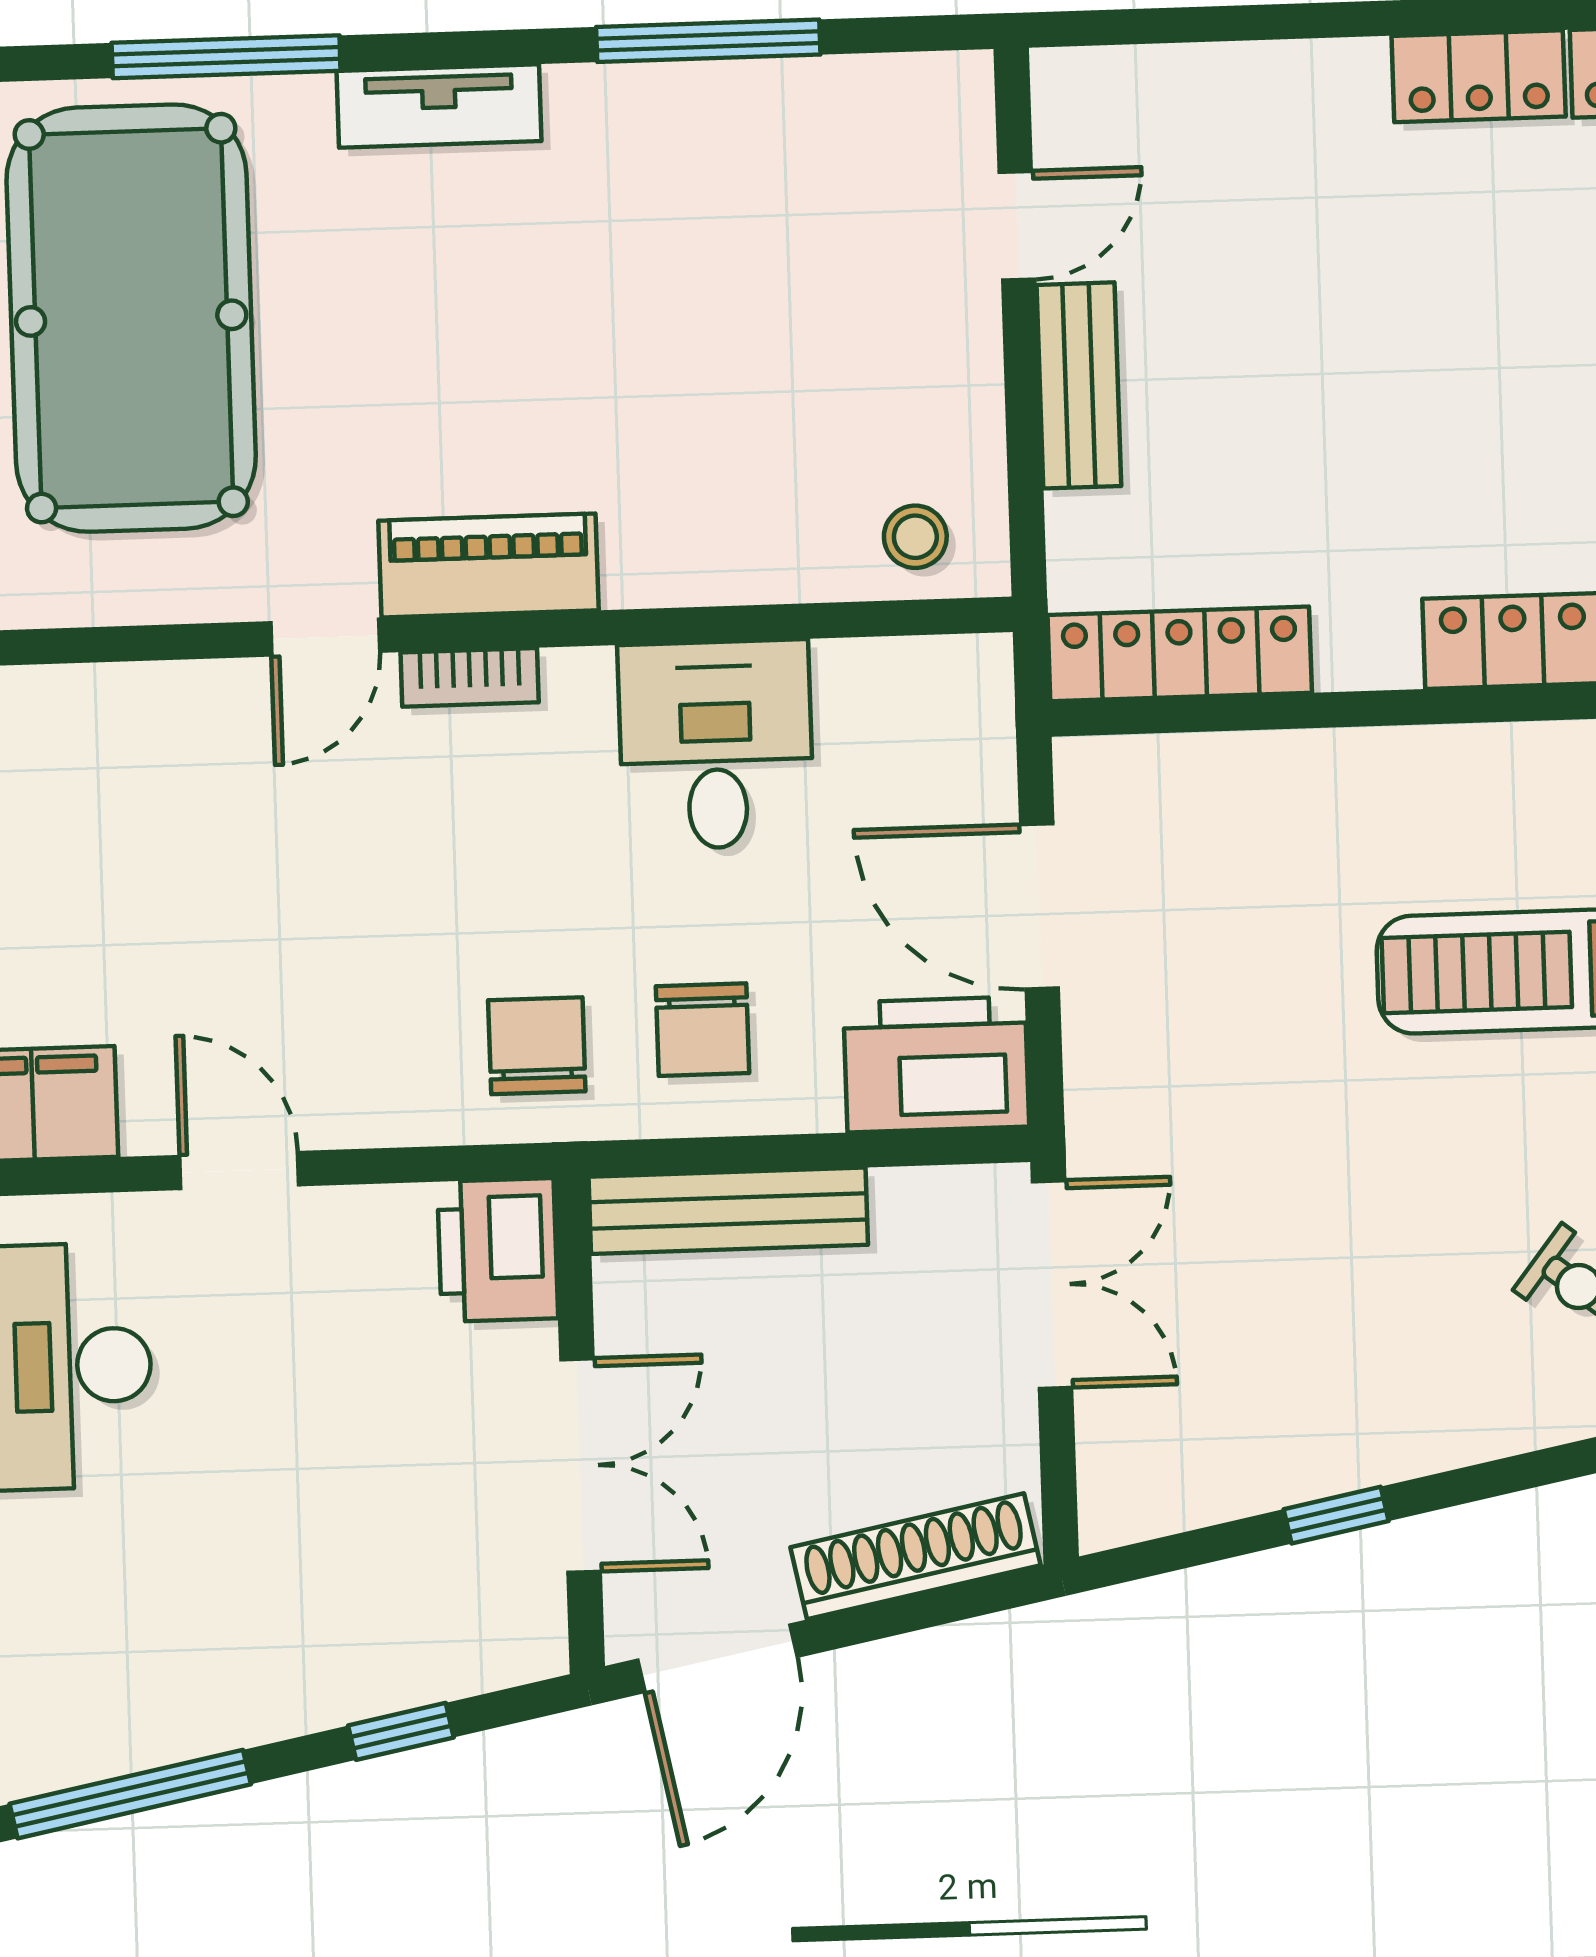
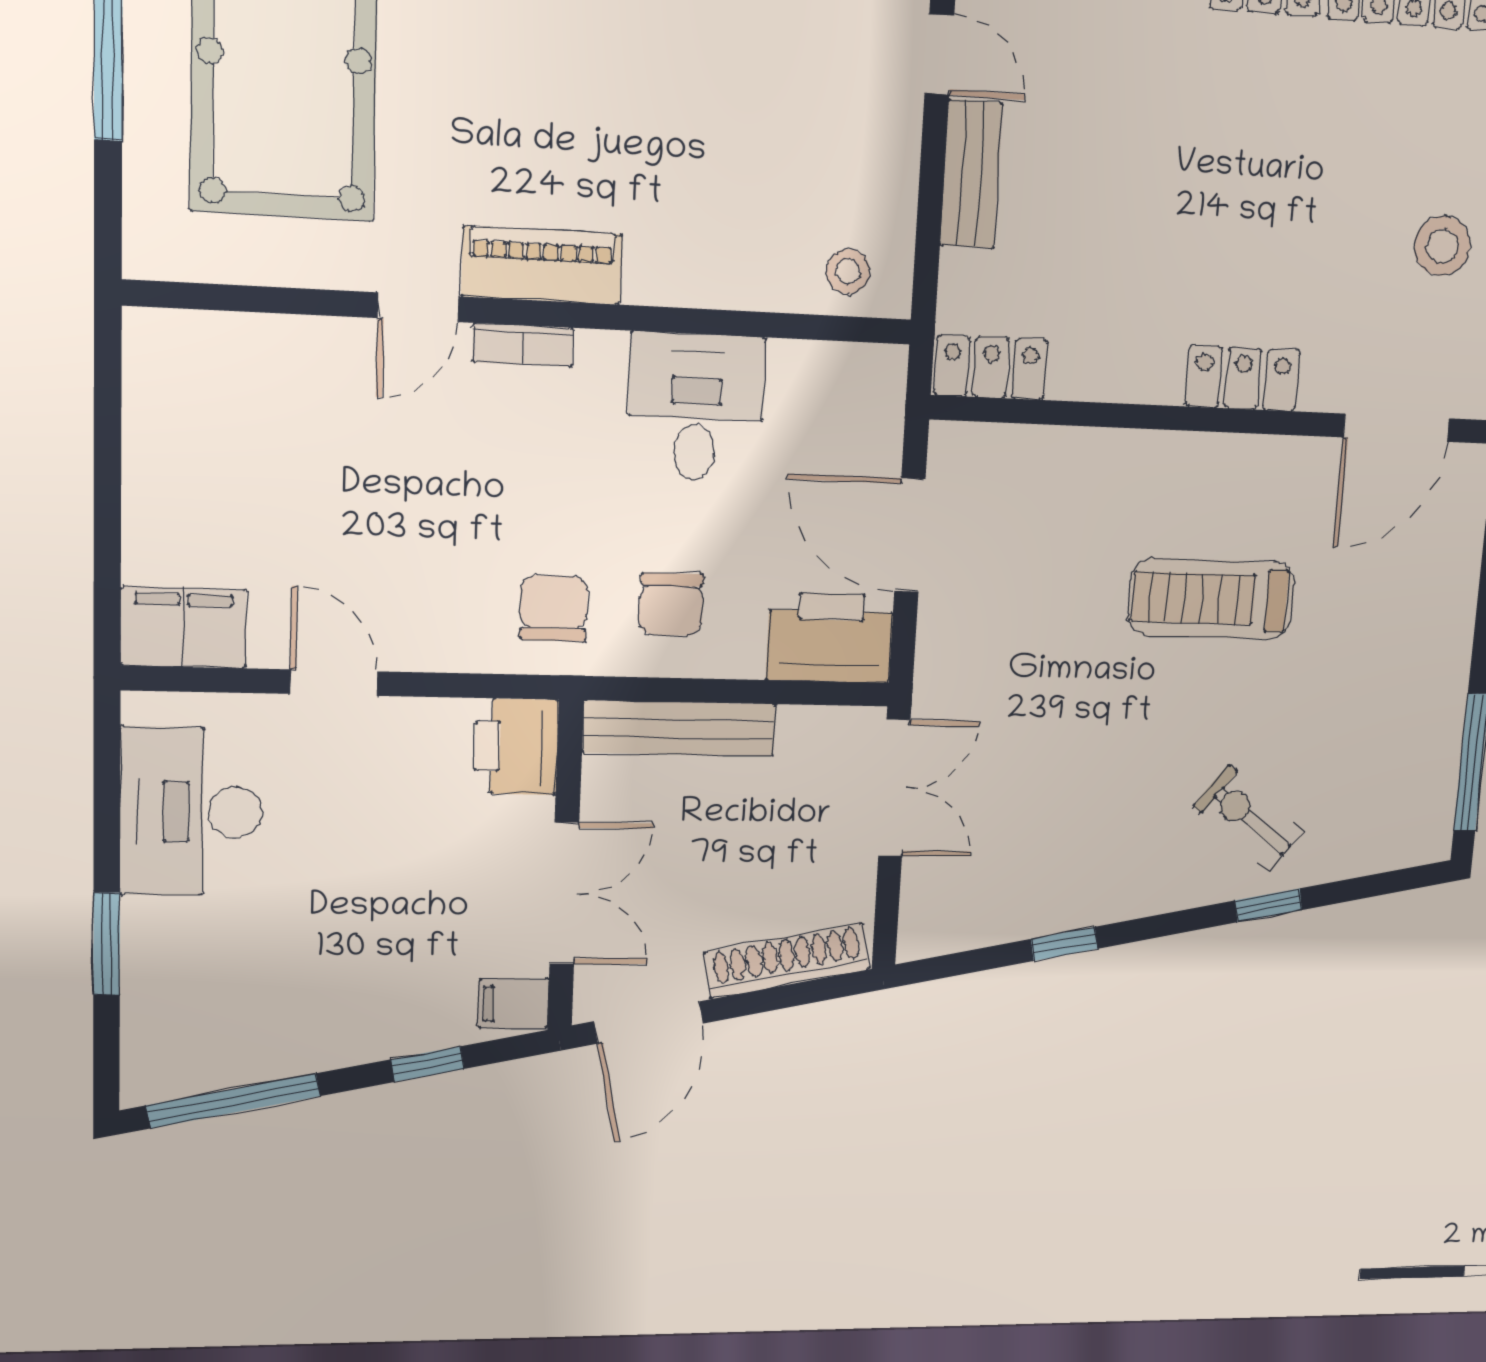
door: (1017, 226) -> (939, 55), hinge flipped
locker: (1180, 654) -> (991, 368), width x0.66
filing cabinet: (518, 1635) -> (513, 1003), added

